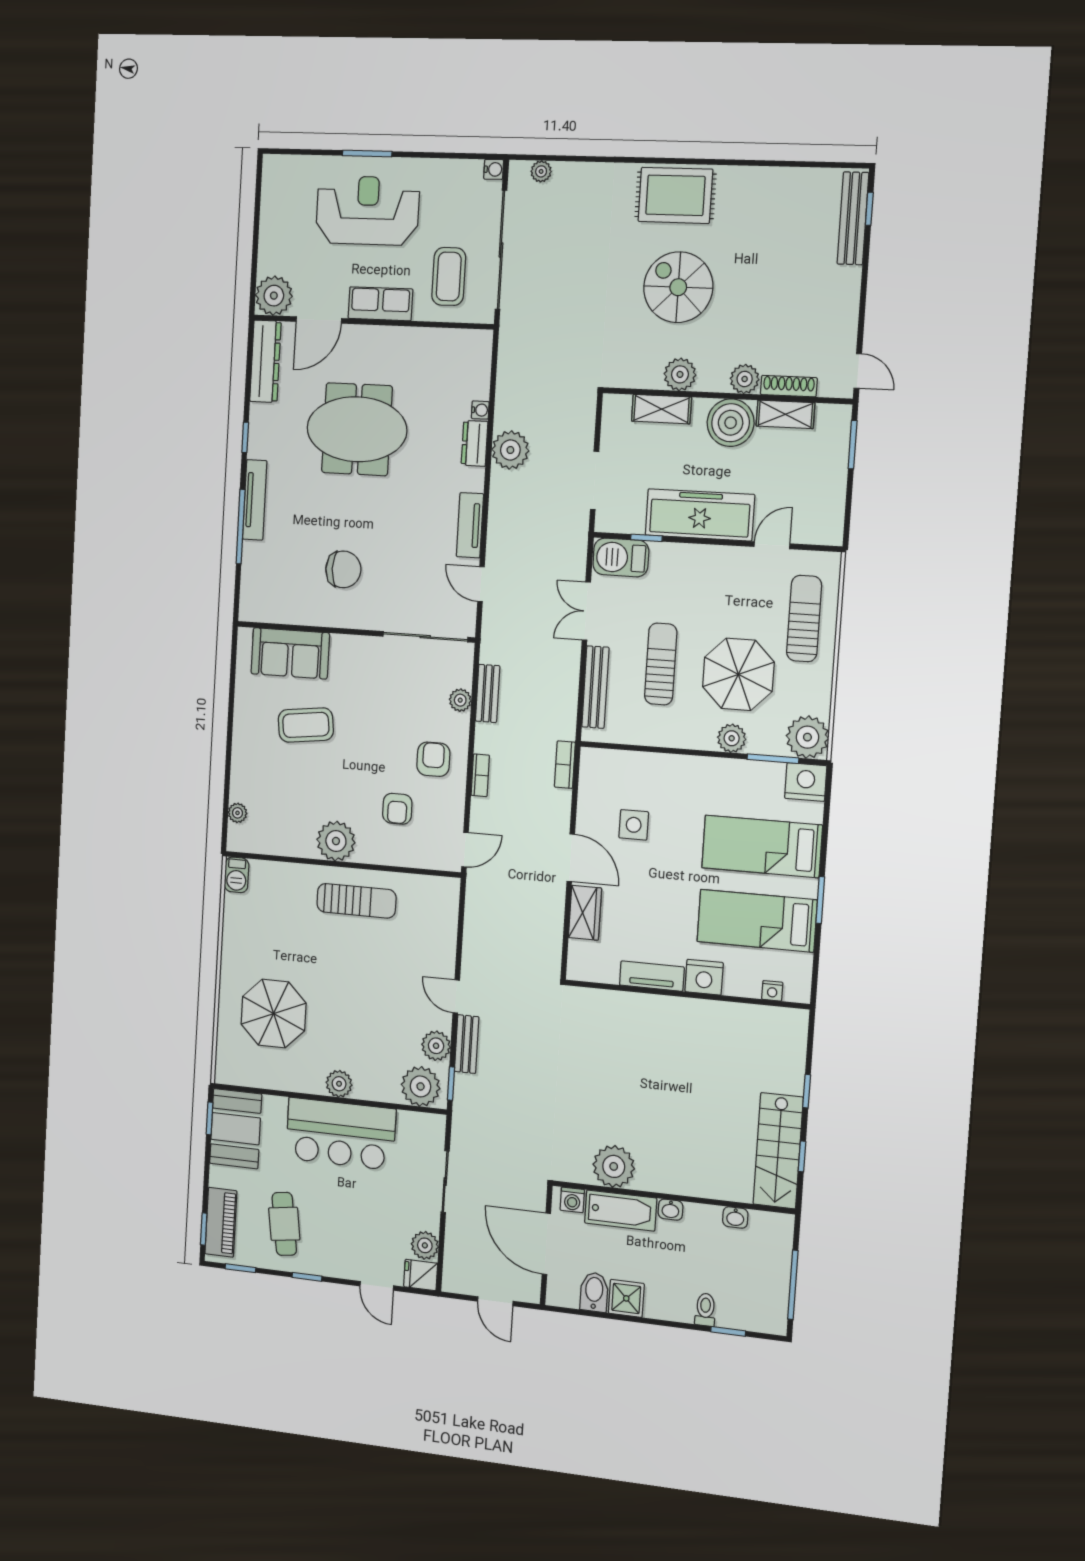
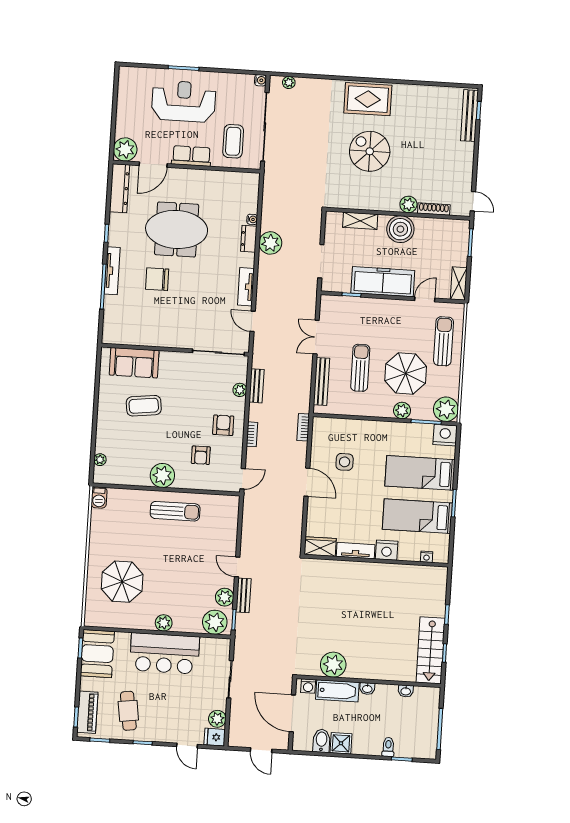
plant: (680, 374) -> (371, 201), removed
shelving: (785, 414) -> (459, 283), moved, turned 90
barbecue: (621, 557) -> (336, 306), removed
chair: (343, 569) -> (157, 279), moved, turned 180
wardrobe: (585, 913) -> (320, 547), moved, turned -90

